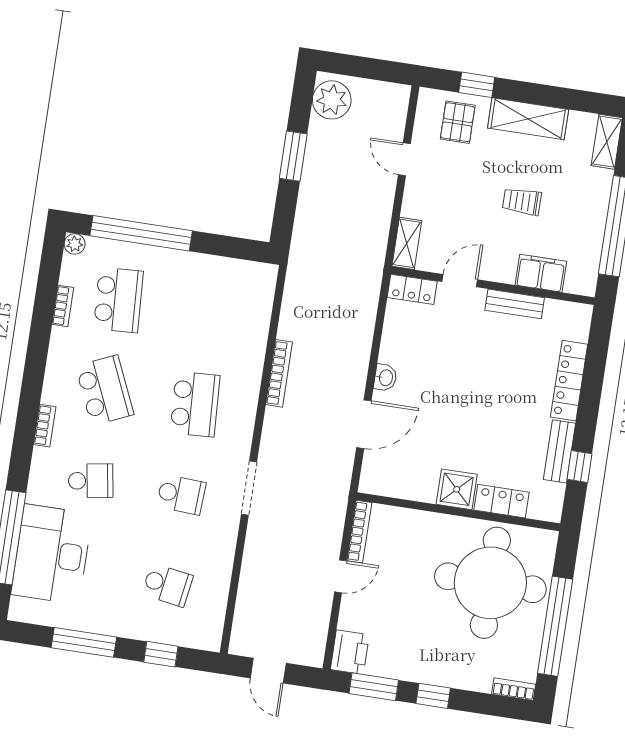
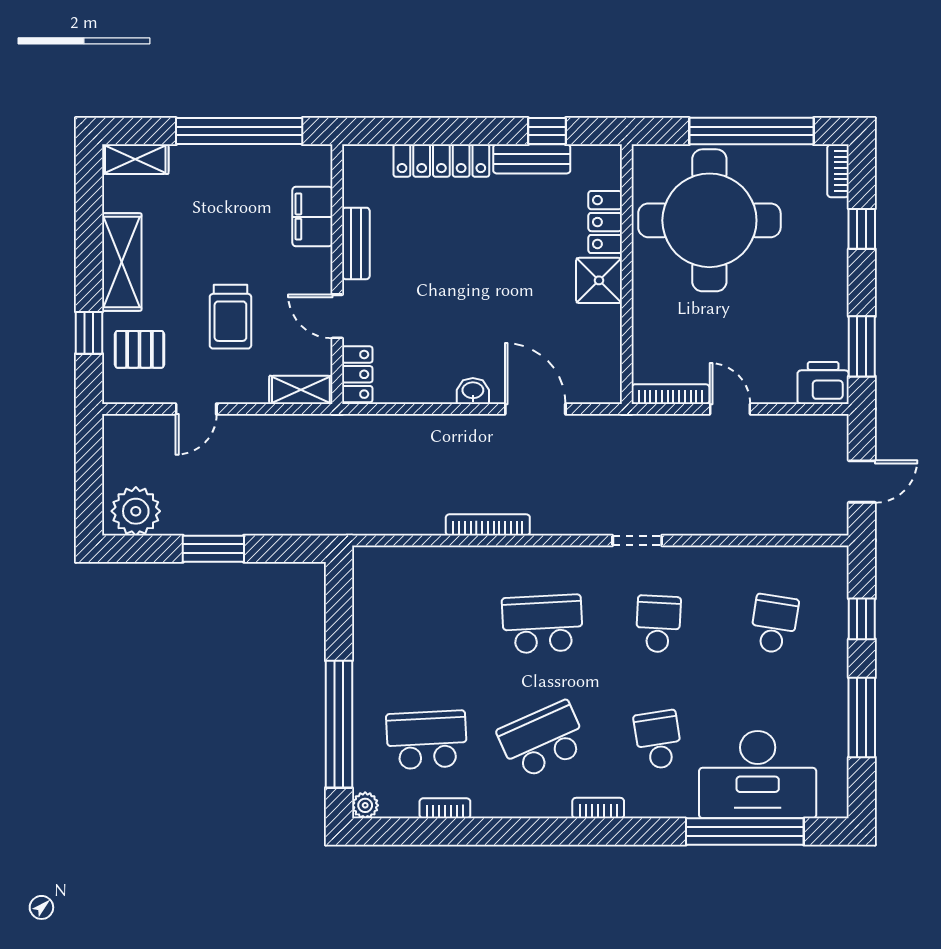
trolley: (522, 201) -> (230, 317), moved, width x1.36, depth x1.39
doorway: (249, 488) -> (637, 541), width x0.73
window: (433, 696) -> (862, 229), moved

